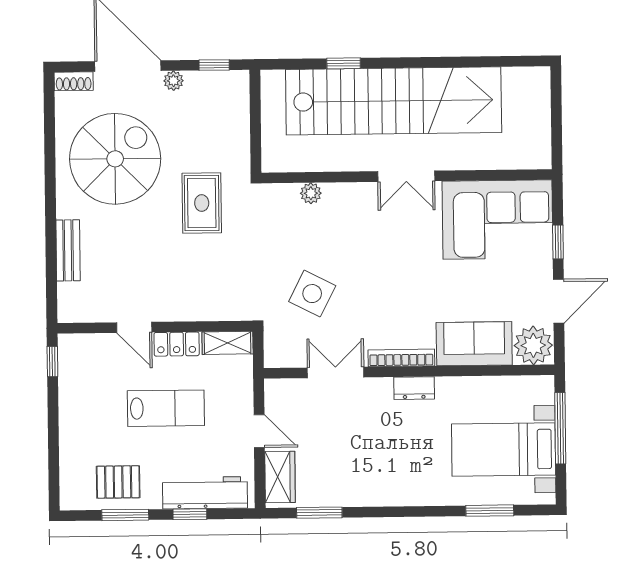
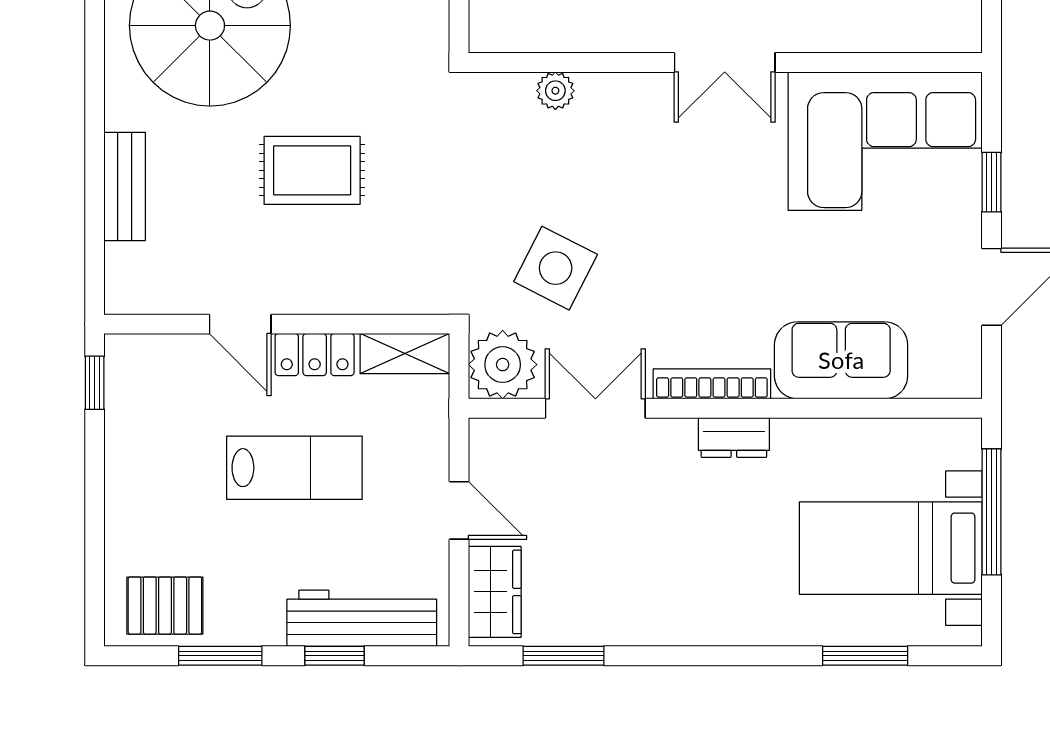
rug: (202, 203) -> (312, 170), moved, turned 90
plant: (533, 345) -> (503, 365), moved
pallet: (118, 482) -> (165, 606), moved

